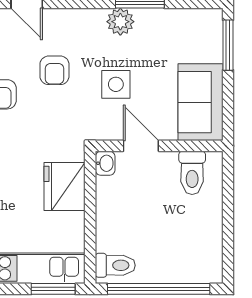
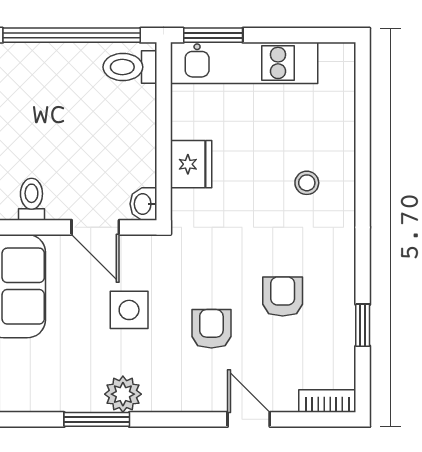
toilet: (192, 173) -> (31, 199), width x0.73, depth x0.72
fridge: (64, 186) -> (191, 164), width x0.73, depth x0.75

